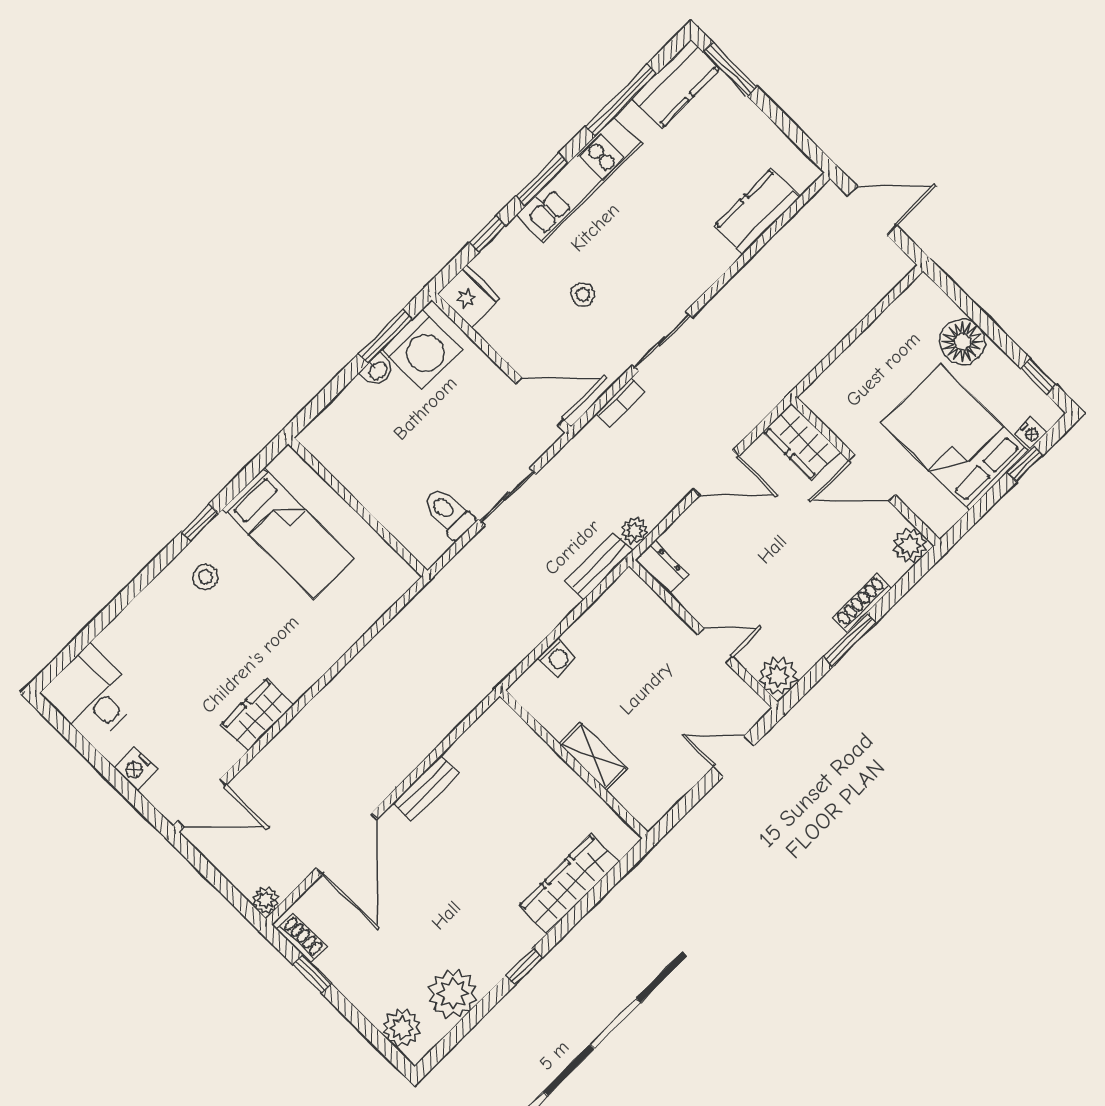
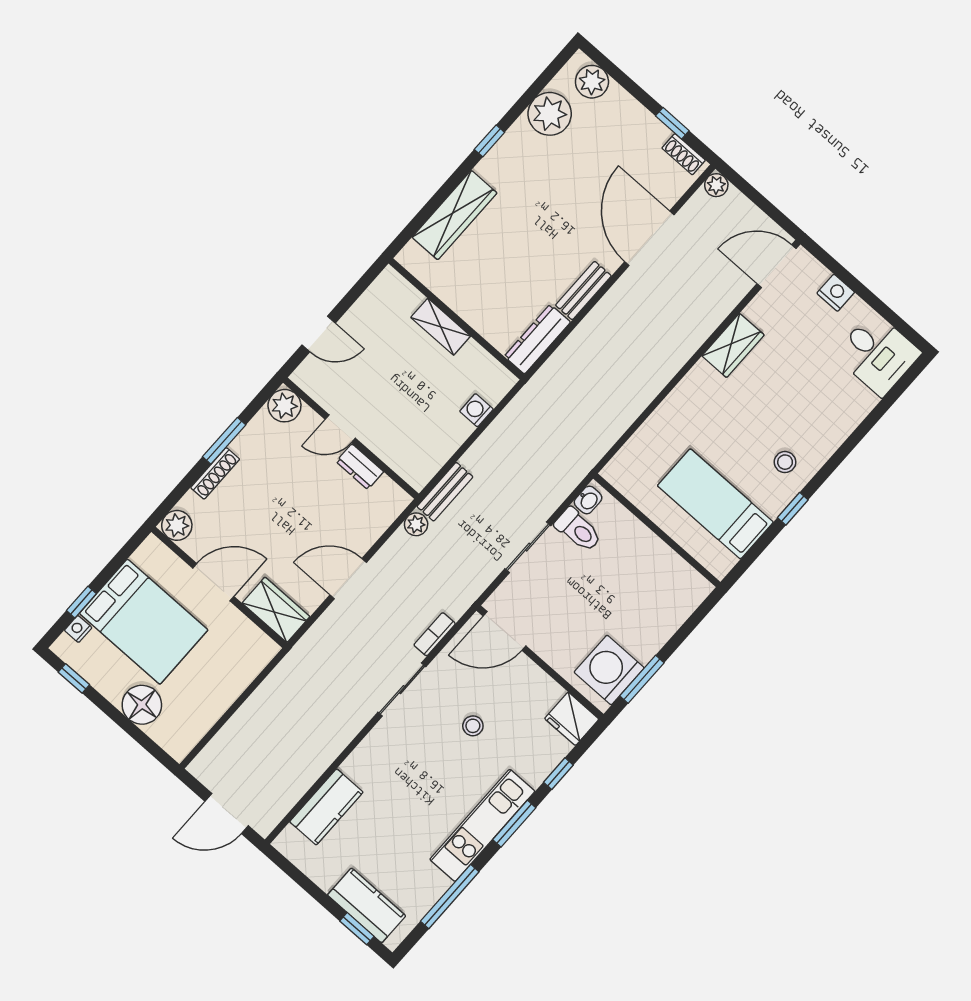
window: (730, 69) -> (357, 929), width x0.67
kitchen counter: (676, 84) -> (367, 905), moved, turned 90
washbasin: (378, 370) -> (588, 500), moved, turned 180
dresser: (662, 568) -> (360, 467), moved
dresser: (482, 735) -> (537, 339), added

